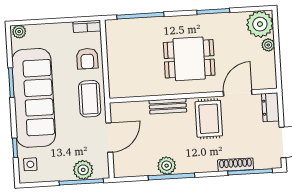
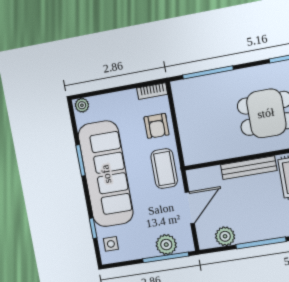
bench: (168, 106) -> (249, 168), width x1.36
plant: (167, 166) -> (225, 236), moved

